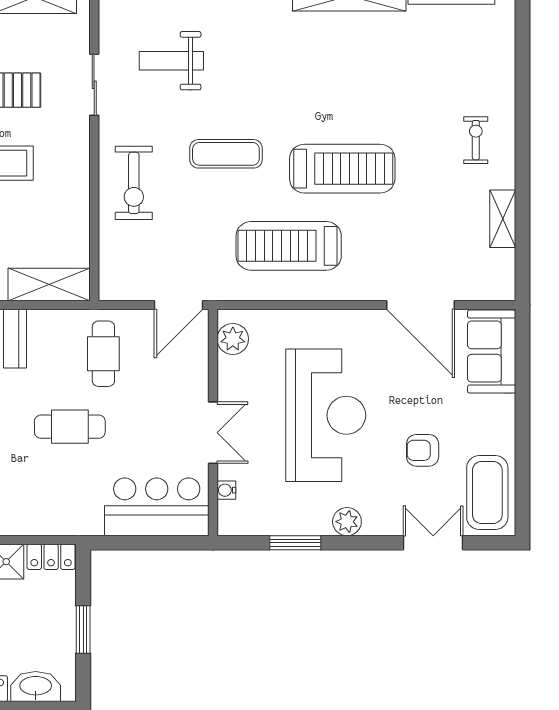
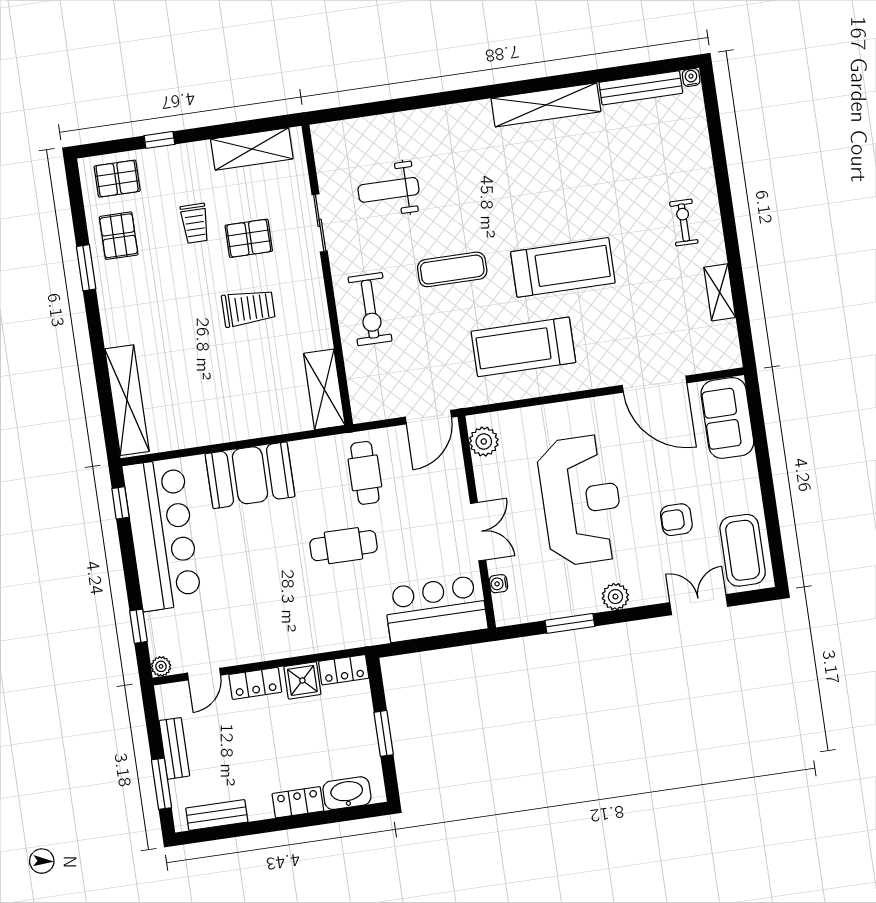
shelving: (49, 285) -> (324, 389), moved, turned 90

